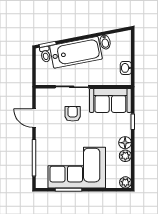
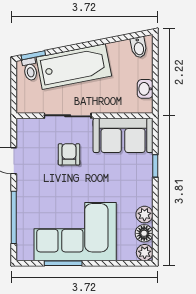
bidet: (105, 42) -> (139, 47), moved
floor lamp: (125, 143) -> (144, 233), moved

